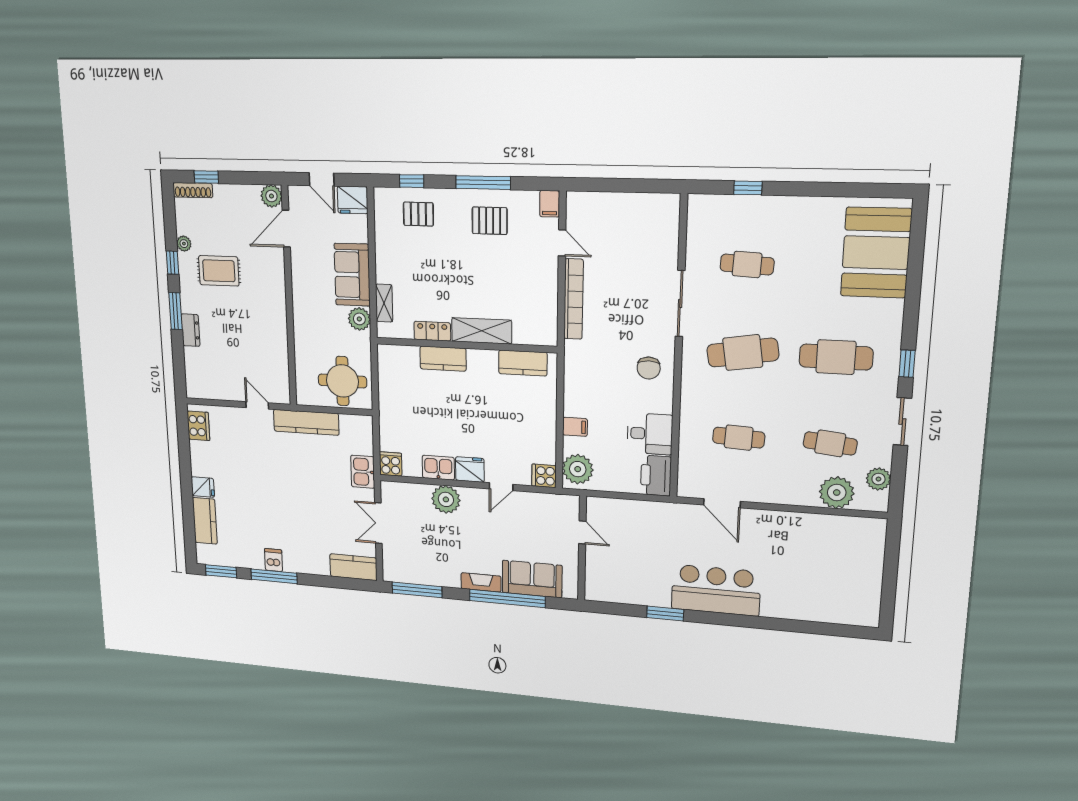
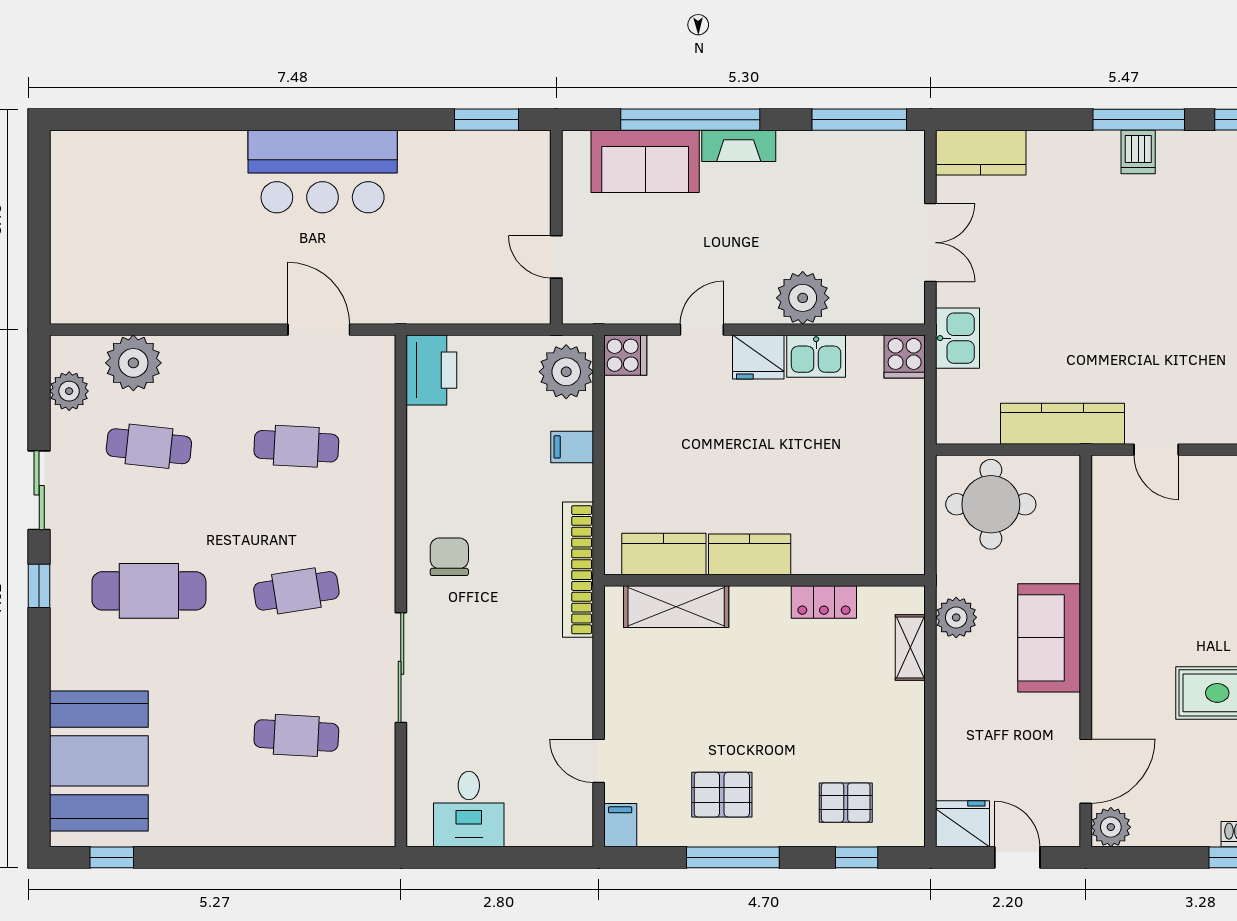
window: (748, 188) -> (112, 857), moved
sofa: (352, 275) -> (1049, 638), moved, turned 180
bookcase: (574, 299) -> (578, 570), moved
shelving: (482, 331) -> (676, 607), moved
cafe table: (743, 353) -> (296, 591), width x0.73, depth x0.74
kitchen counter: (443, 359) -> (750, 554), moved
desk: (650, 434) -> (469, 809), moved, turned -90
window: (665, 613) -> (487, 120), moved

